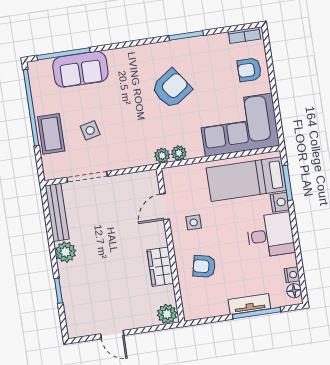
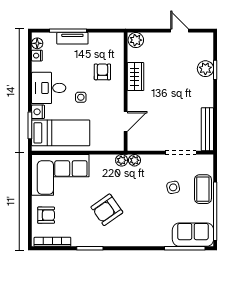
bookcase: (244, 35) -> (52, 242), width x1.56
sofa: (80, 69) -> (193, 235), moved
plant: (179, 153) -> (135, 160), moved
side table: (194, 222) -> (81, 97), moved
plant: (66, 252) -> (205, 69), moved
armchair: (204, 266) -> (102, 72), turned -102

